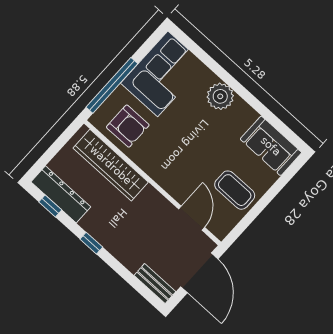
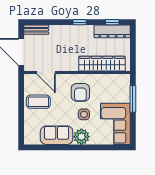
window: (112, 85) -> (133, 99), width x0.68
side table: (192, 122) -> (84, 114), added
armchair: (128, 126) -> (80, 92), moved, turned -90
sofa: (271, 146) -> (57, 135), moved

